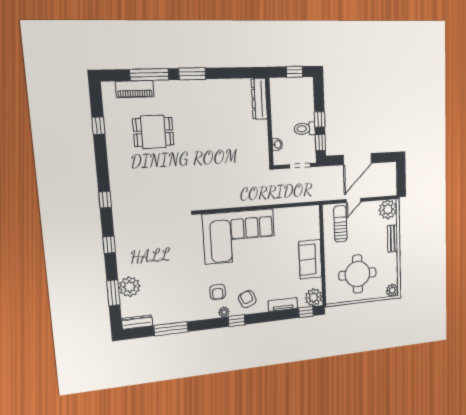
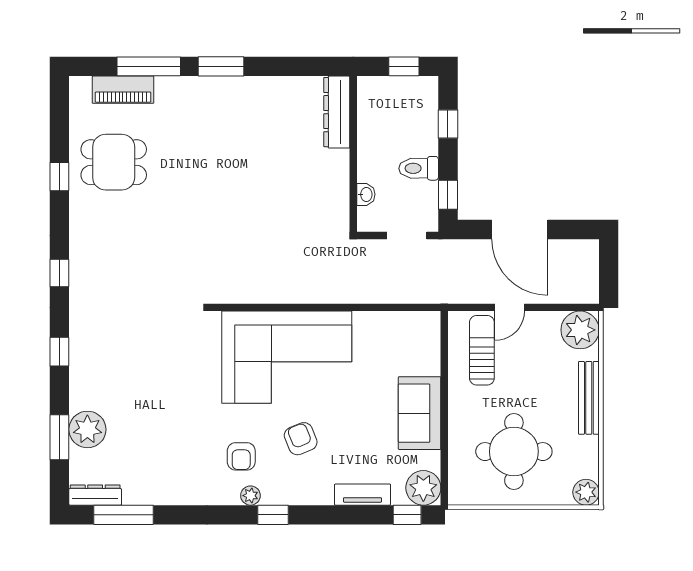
window: (320, 119) -> (448, 124), moved
window: (98, 126) -> (59, 177), moved
dining table: (153, 132) -> (114, 162), moved
door: (357, 159) -> (520, 229), hinge flipped
bench: (393, 238) -> (589, 398), width x1.36
armchair: (247, 299) -> (301, 439), moved
window: (171, 329) -> (124, 515), moved

